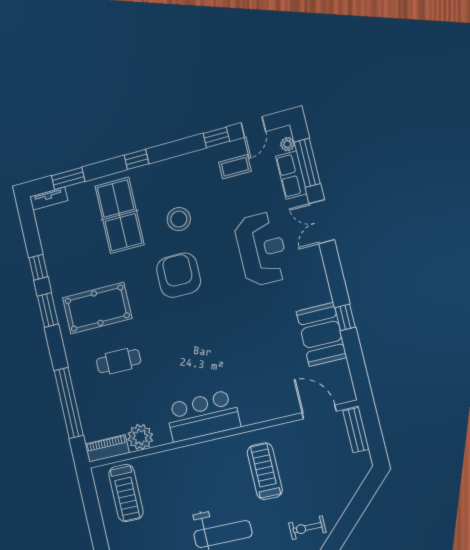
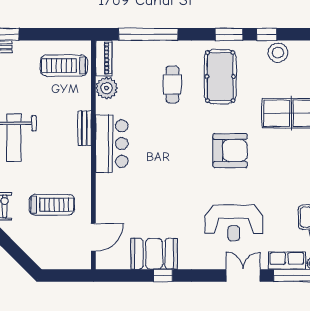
stool: (179, 219) -> (278, 53), moved
bench: (356, 430) -> (84, 128), moved, turned 90
treadmill: (265, 471) -> (52, 205), moved

